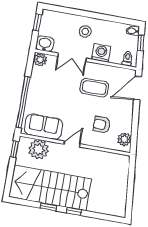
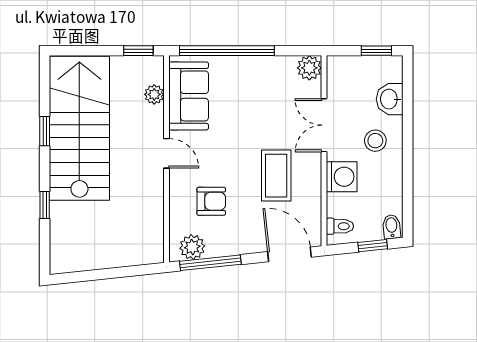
washbasin: (45, 44) -> (390, 99), moved, turned 180
armchair: (102, 125) -> (211, 201), turned 90
window: (134, 131) -> (210, 263), added
plant: (39, 149) -> (154, 94), width x0.53, depth x0.53
window: (74, 211) -> (45, 205), moved

